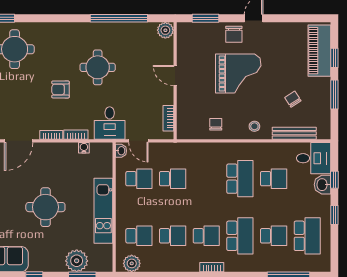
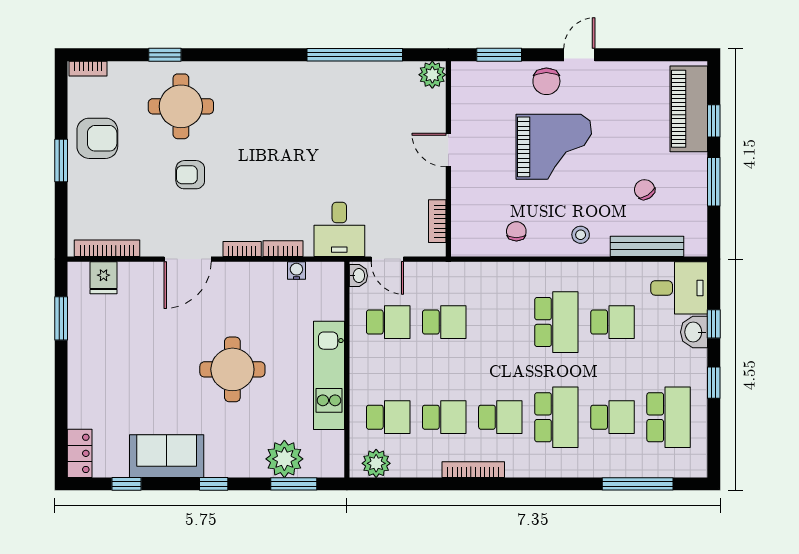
round table: (98, 67) -> (319, 136), removed
armchair: (60, 89) -> (190, 175), moved
bookcase: (212, 267) -> (473, 470), moved, width x1.56

